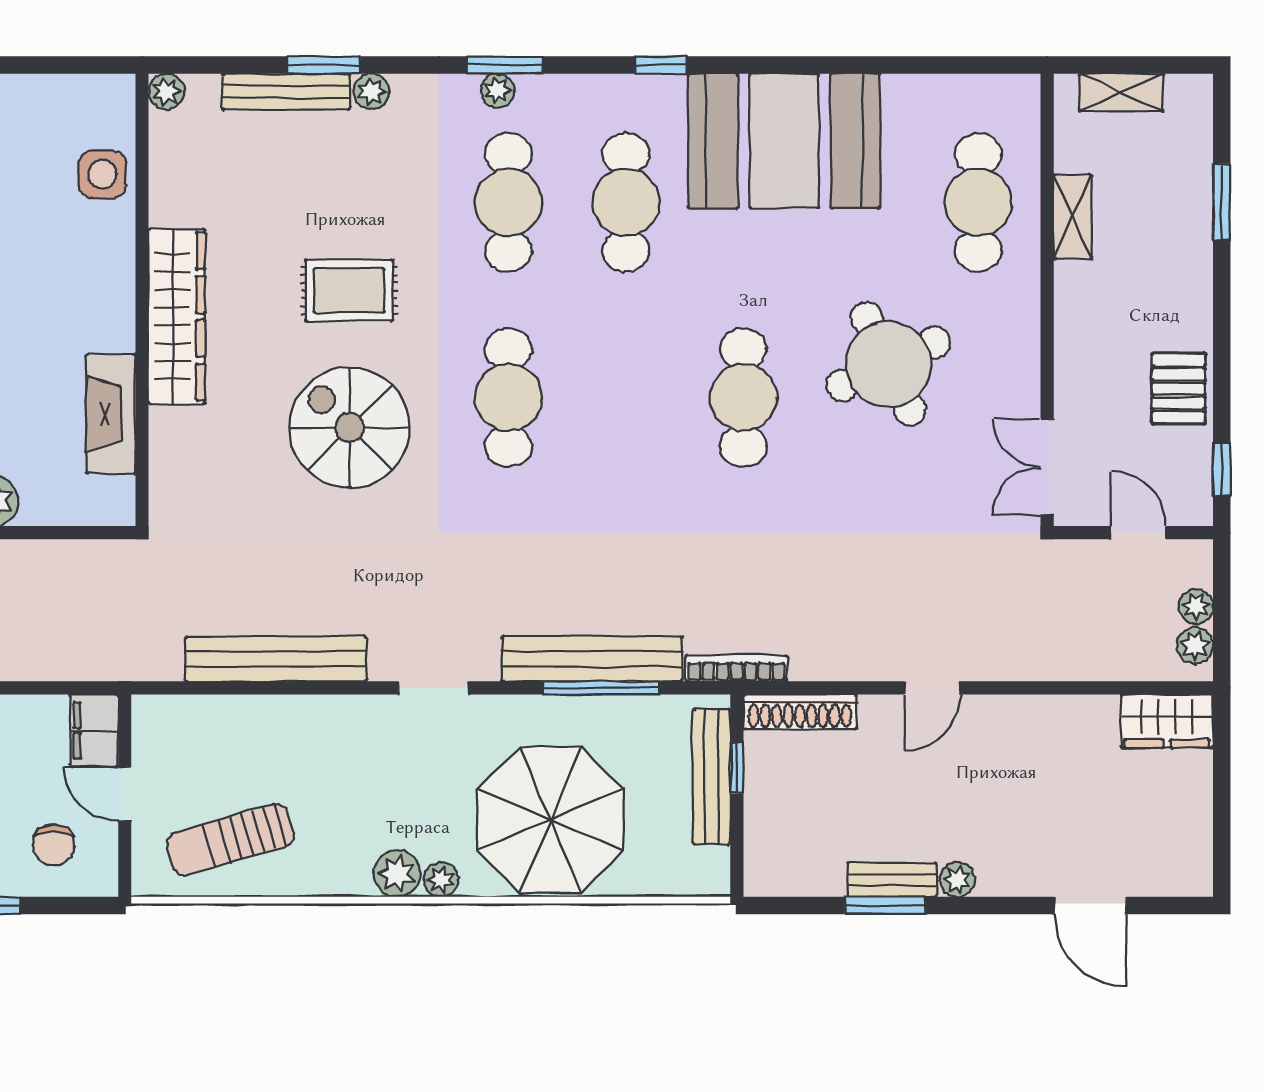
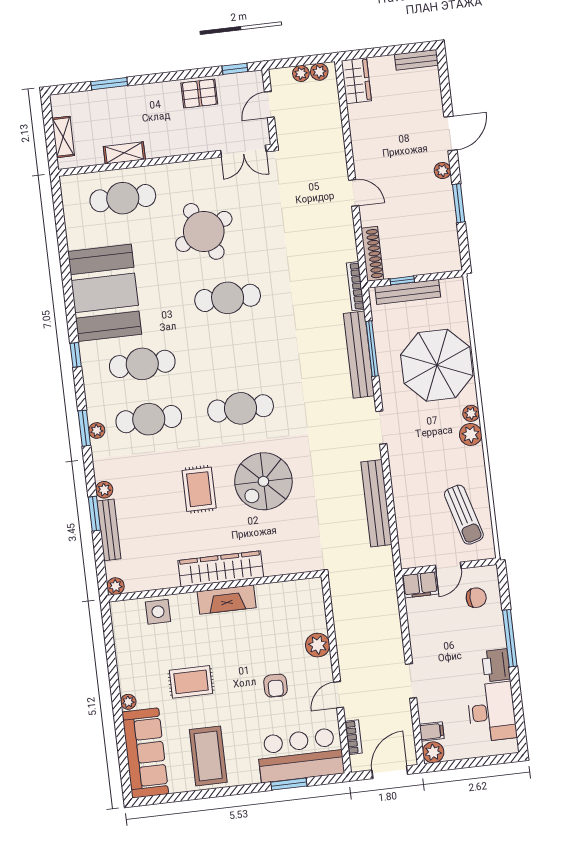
fireplace: (111, 414) -> (227, 600), moved
bench: (892, 880) -> (416, 60), moved, turned 90
door: (1090, 906) -> (451, 133), moved

